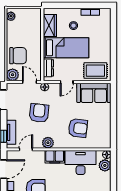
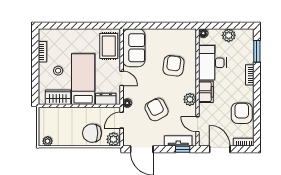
chair: (18, 56) -> (92, 133), turned -90
armchair: (39, 113) -> (157, 109), turned 56
plant: (105, 165) -> (229, 35), moved

